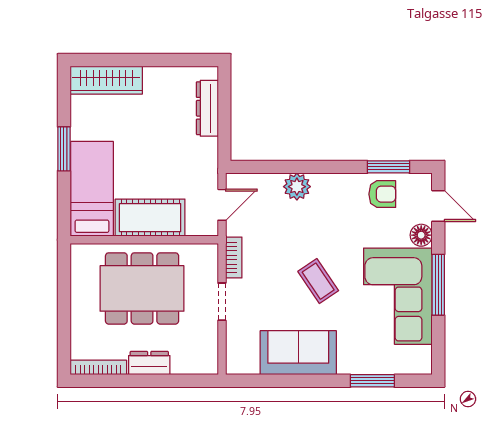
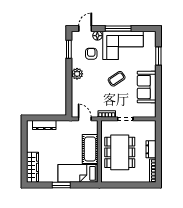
plant: (297, 187) -> (77, 74), moved
armchair: (382, 194) -> (91, 54), moved

